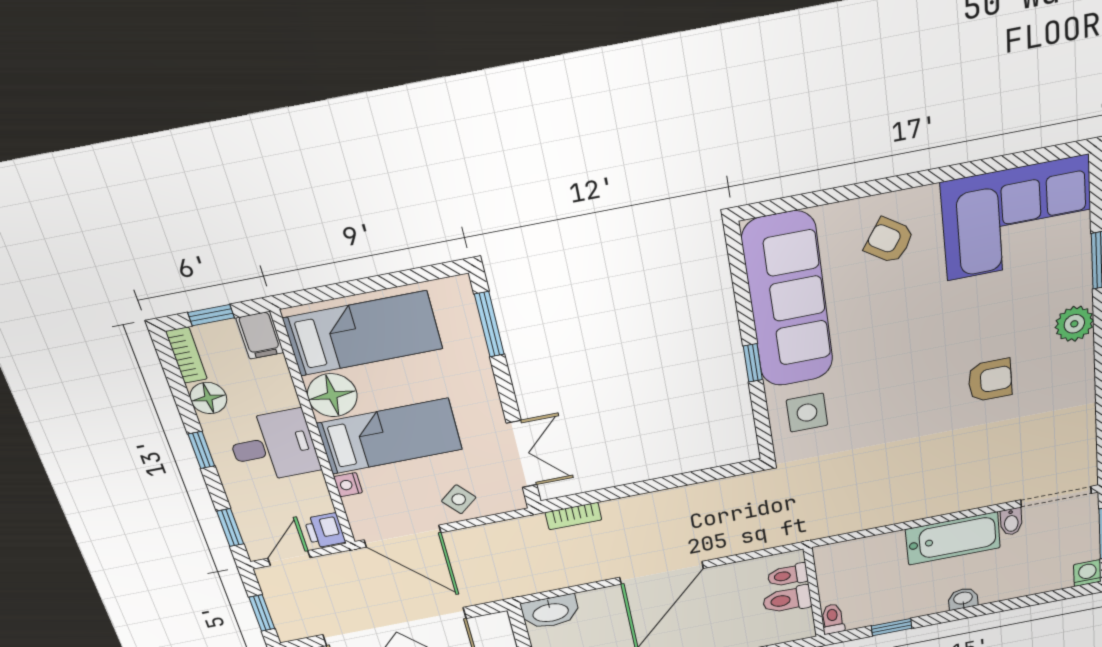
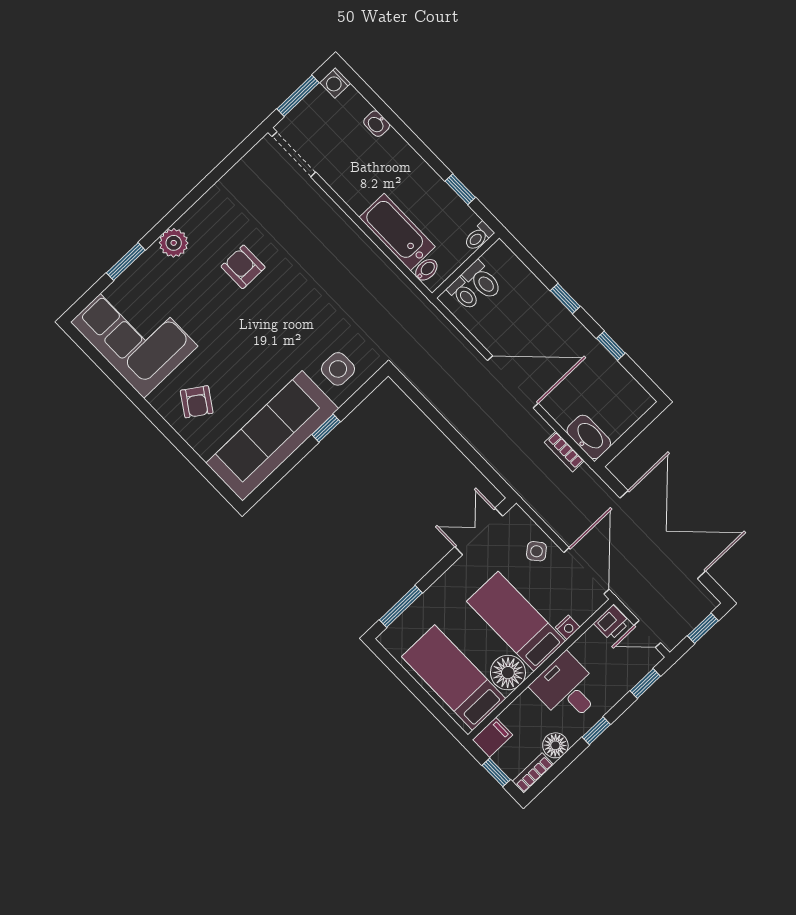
bookcase: (574, 516) -> (564, 452), moved, turned 180
bidet: (1011, 522) -> (426, 270), moved
bathtub: (953, 538) -> (397, 232), moved
washbasin: (963, 599) -> (377, 124), moved

